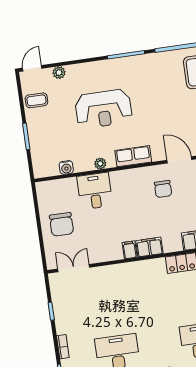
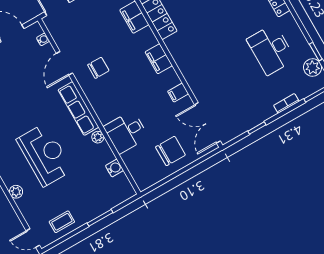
plant: (59, 73) -> (16, 192), moved
coffee table: (36, 100) -> (62, 222), turned 90
row of seats: (133, 156) -> (78, 109), width x1.48
filing cabinet: (130, 250) -> (178, 93), moved
double door: (74, 268) -> (207, 123), width x1.37

